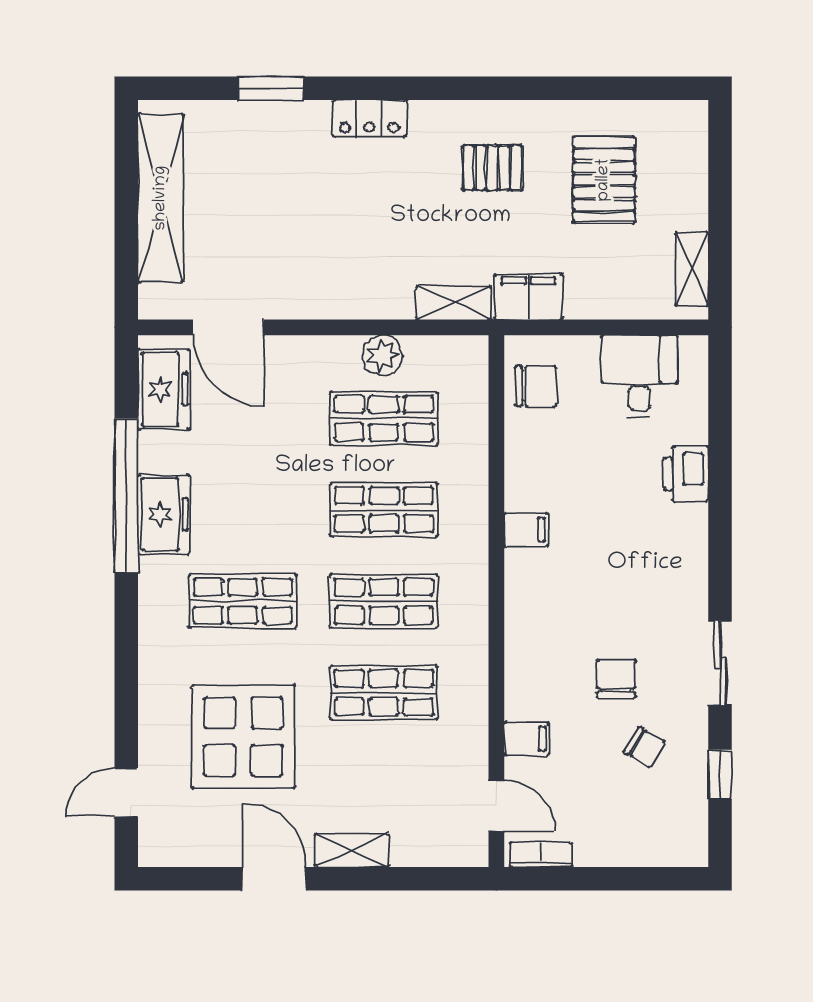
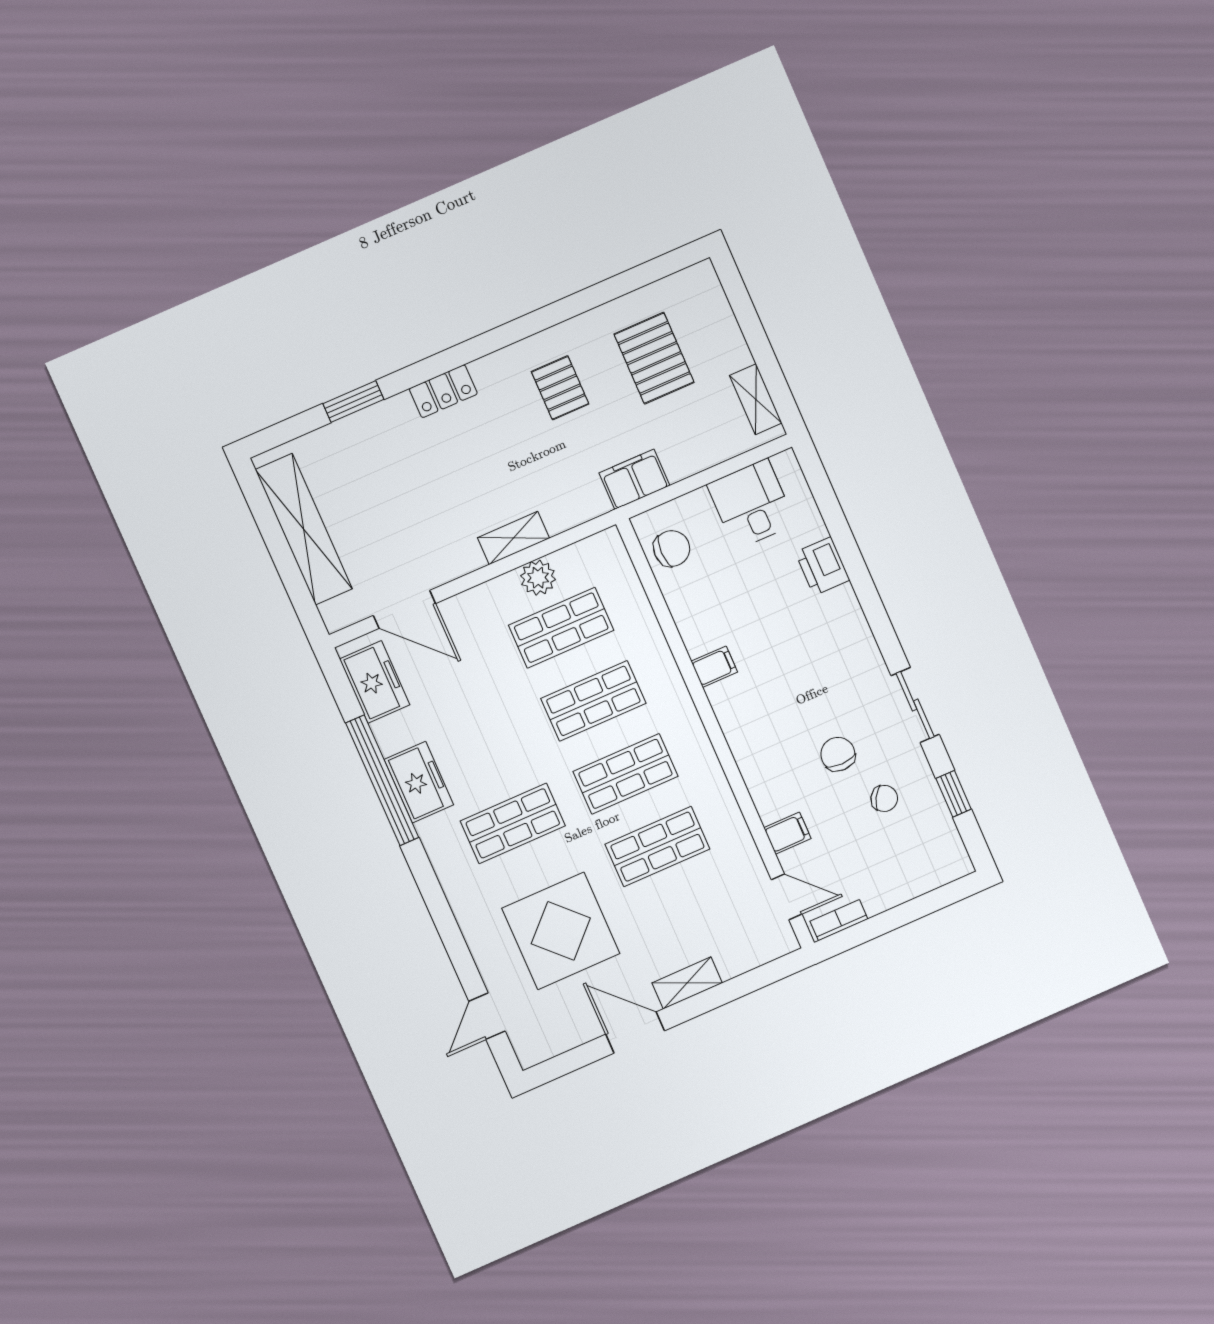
pallet: (492, 168) -> (560, 388), turned 90
shelving: (453, 303) -> (513, 538), moved

